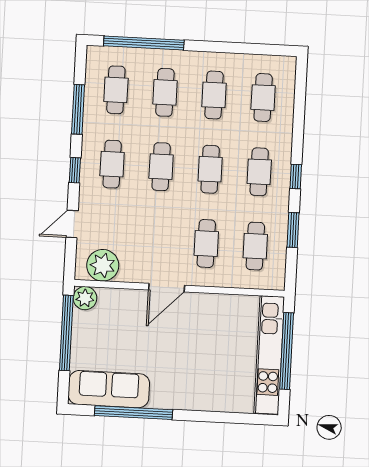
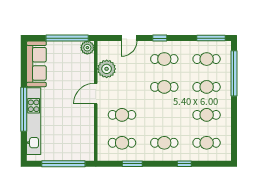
window: (78, 109) -> (211, 38), moved
cafe table: (210, 169) -> (164, 115), removed
window: (296, 176) -> (184, 164), moved
door: (72, 224) -> (129, 38), swing flipped
plant: (103, 265) -> (107, 69), moved
door: (167, 288) -> (96, 94), hinge flipped
kitchen unit: (269, 355) -> (34, 121), moved, turned 90
window: (134, 413) -> (24, 109), moved

